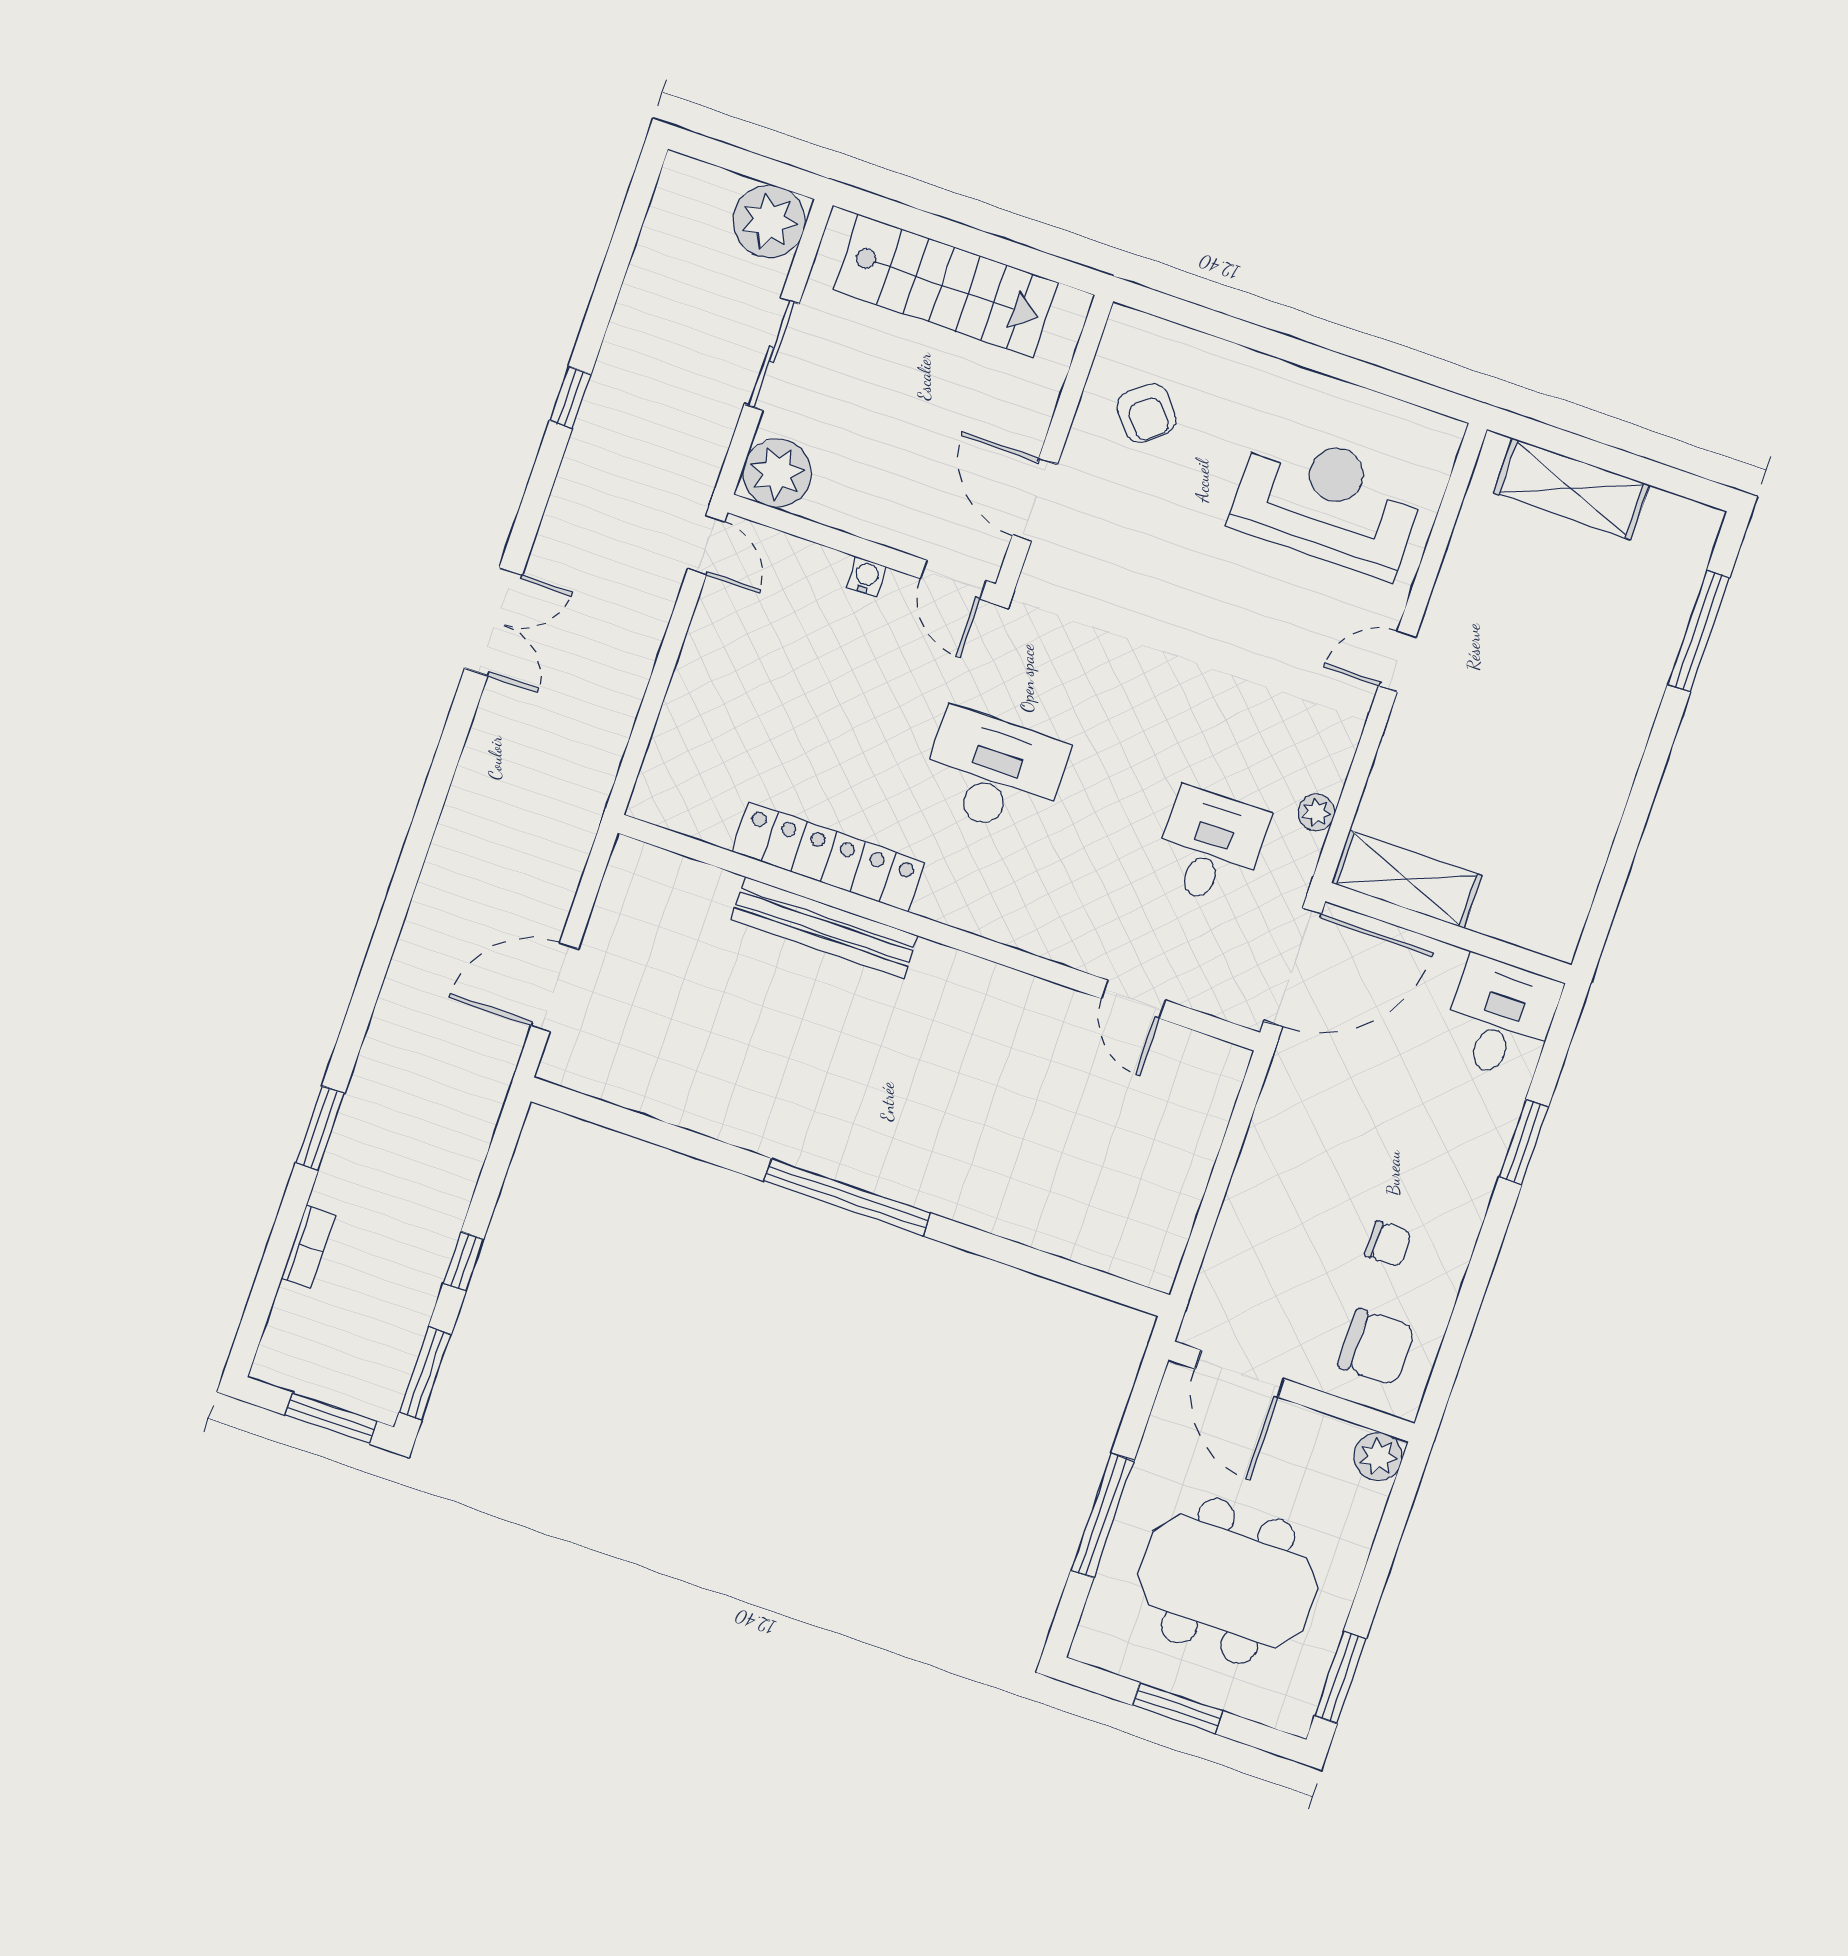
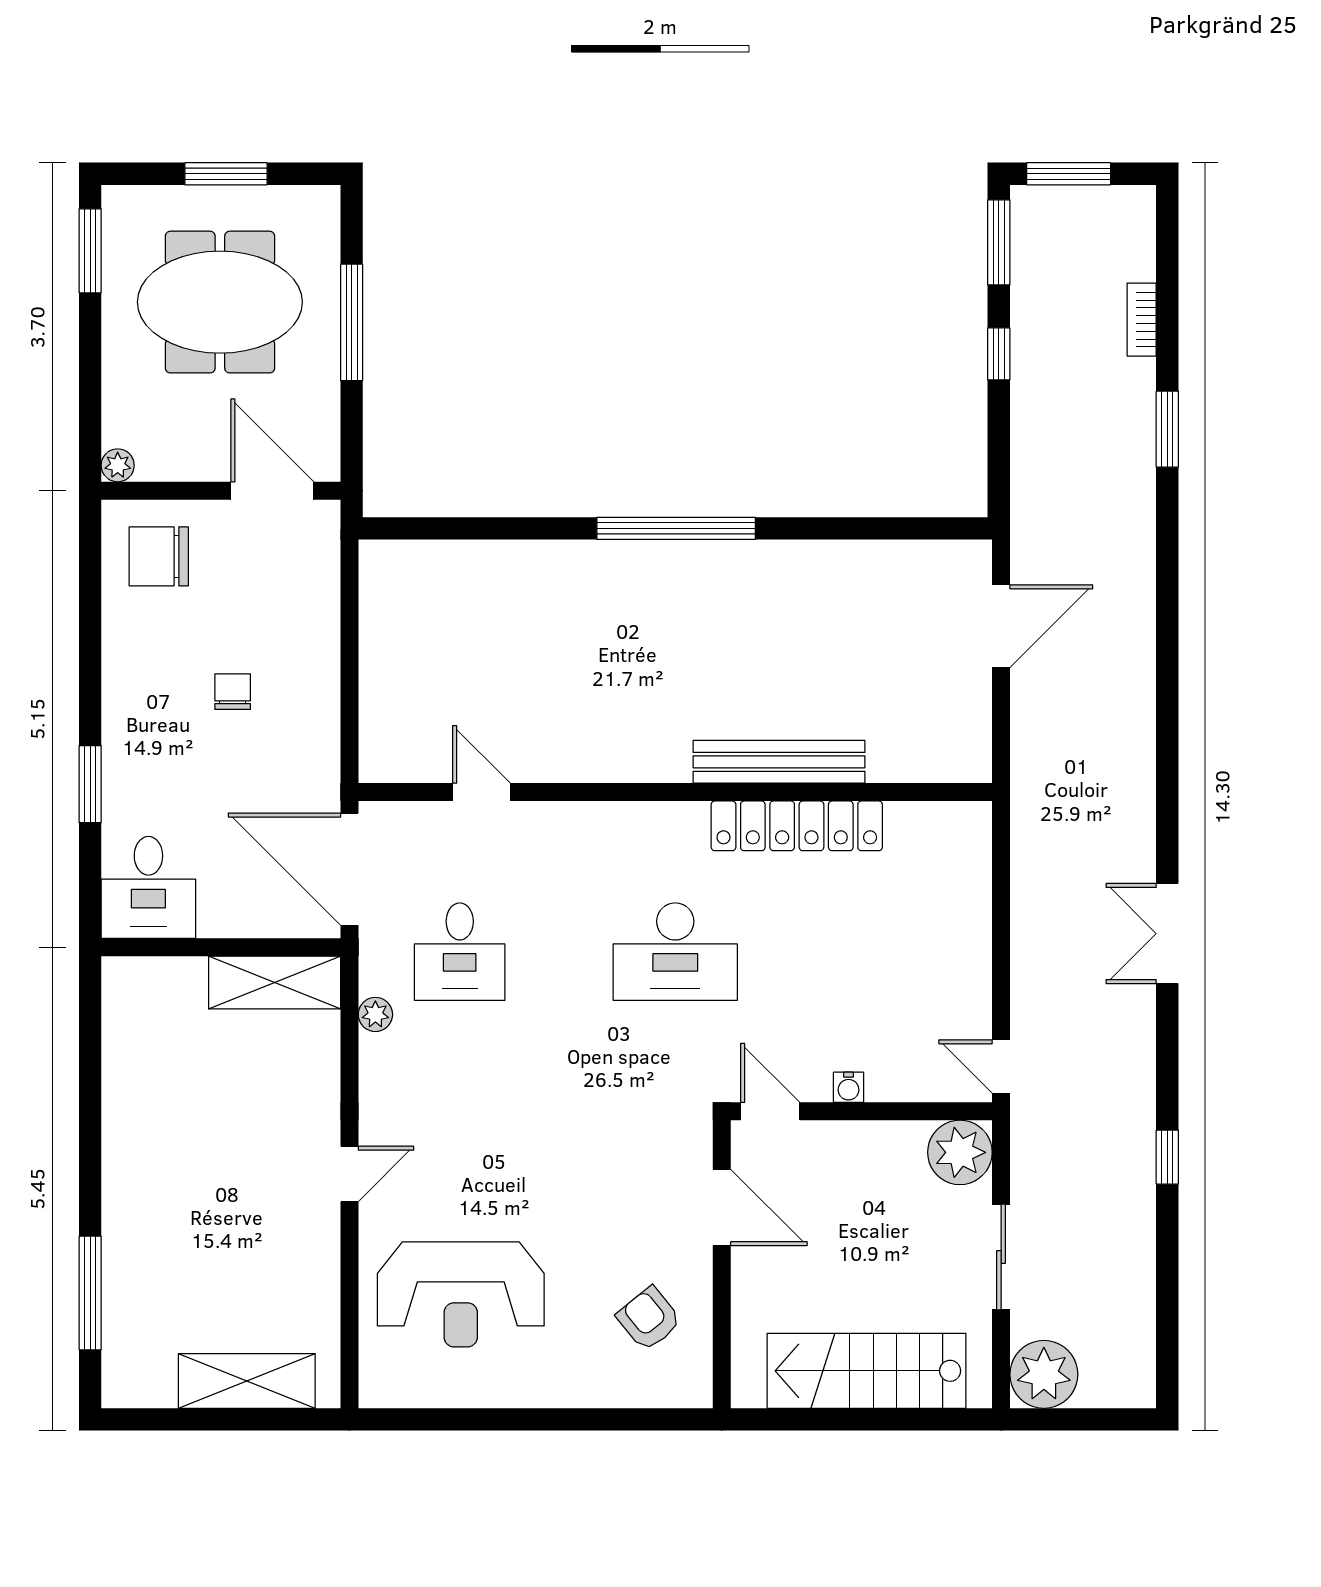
door: (1293, 967) -> (349, 869), hinge flipped
chair: (1388, 1244) -> (233, 692), moved, turned 90
plant: (1378, 1457) -> (118, 465), width x0.73, depth x0.73

